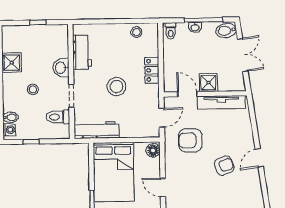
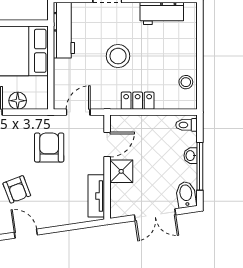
tv unit: (221, 102) -> (96, 196), width x0.71
door: (162, 118) -> (78, 112), swing flipped
floor lamp: (153, 150) -> (18, 101), moved

